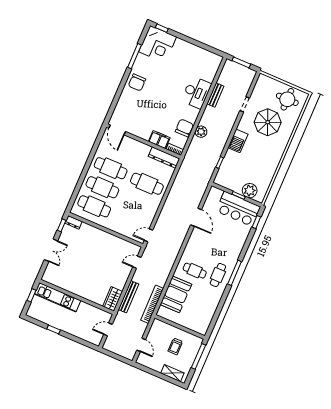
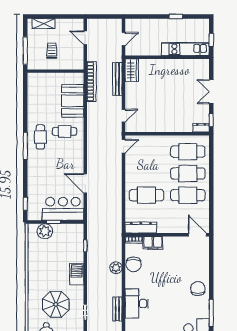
bar counter: (238, 209) -> (63, 209), moved

